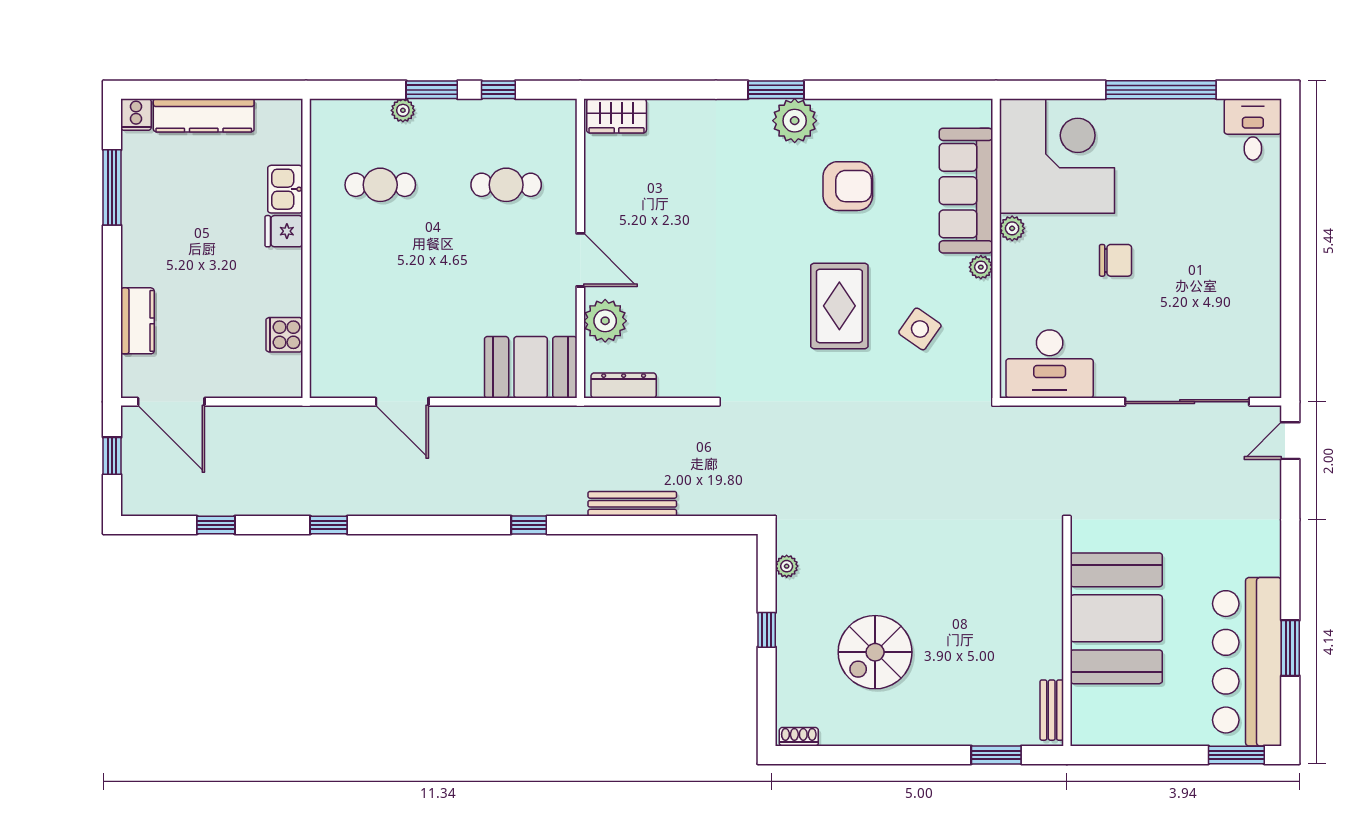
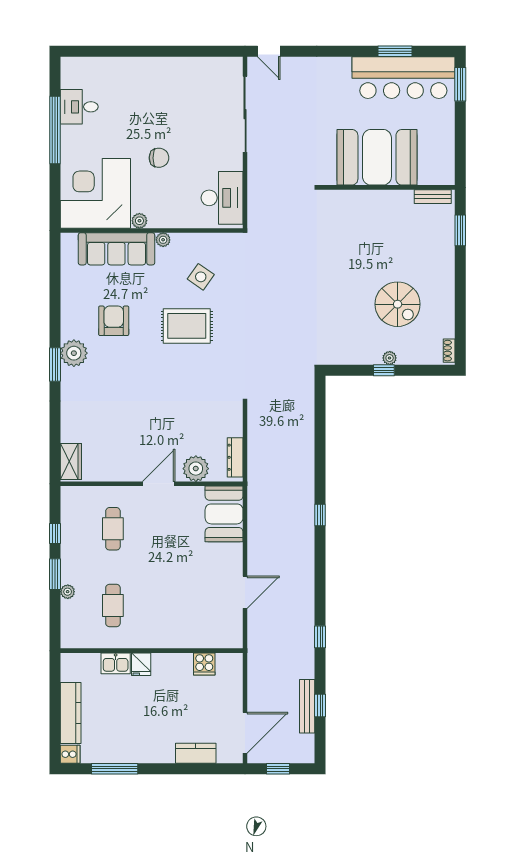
desk: (1253, 129) -> (79, 107), moved
chair: (1115, 260) -> (159, 158), turned 90
bench: (632, 504) -> (307, 706), moved
plant: (787, 566) -> (390, 358), moved

